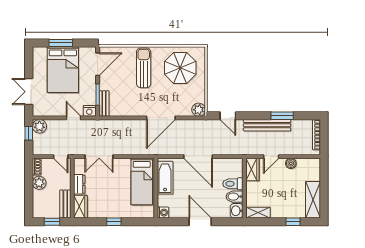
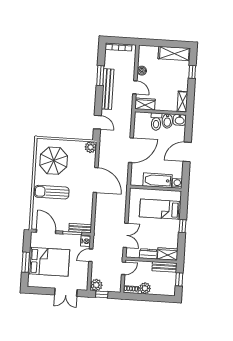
door: (228, 116) -> (97, 122), hinge flipped
bathtub: (165, 178) -> (157, 180), moved
bed: (142, 182) -> (160, 209), moved, turned 180

